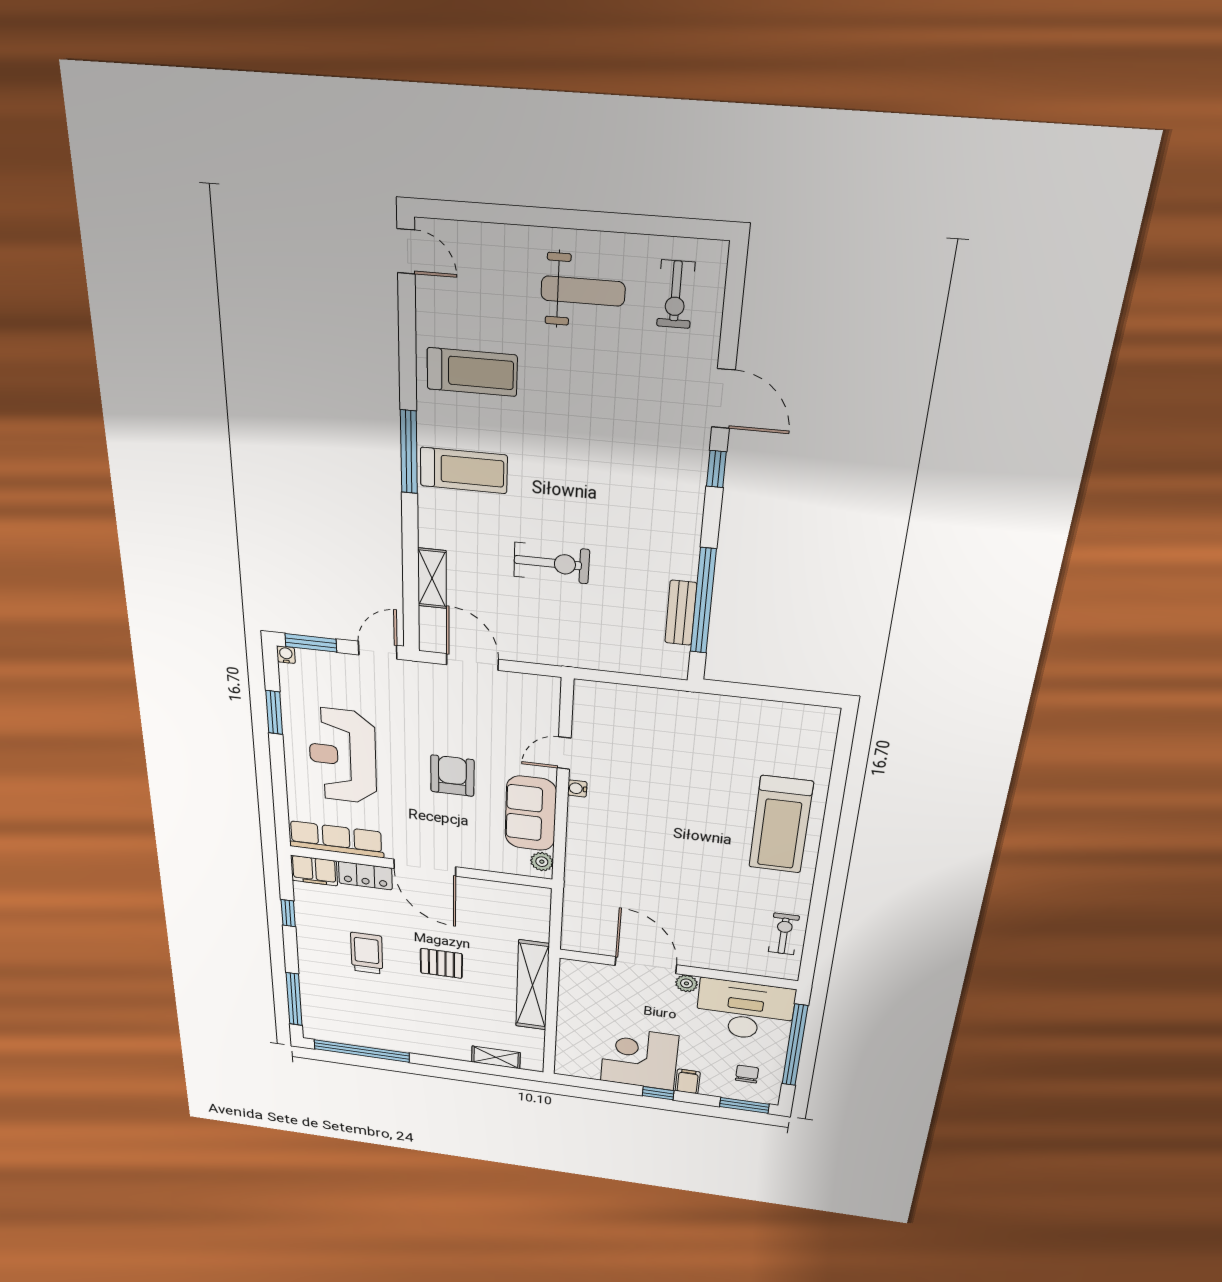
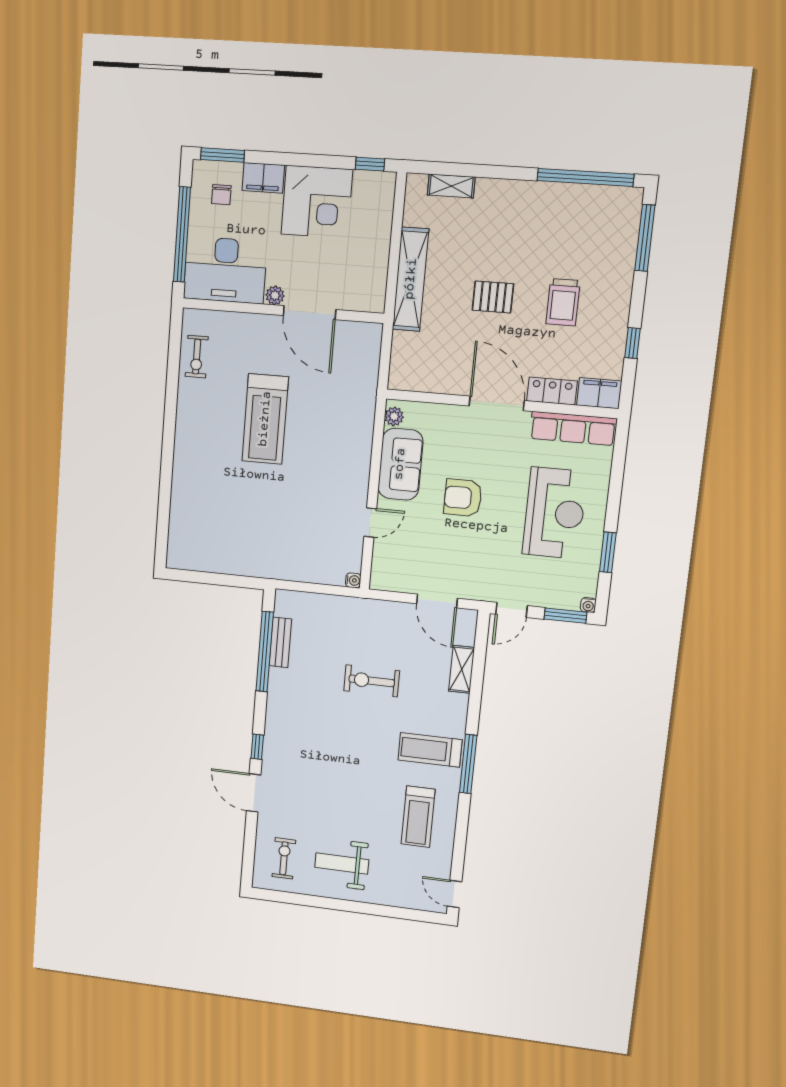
treadmill: (472, 372) -> (418, 817), turned -90
armchair: (452, 776) -> (463, 498), turned 90
water cooler: (577, 788) -> (353, 580), moved
treadmill: (781, 825) -> (265, 419), moved, turned 180
filing cabinet: (688, 1081) -> (263, 178), width x2.00
window: (658, 1093) -> (370, 164), moved

